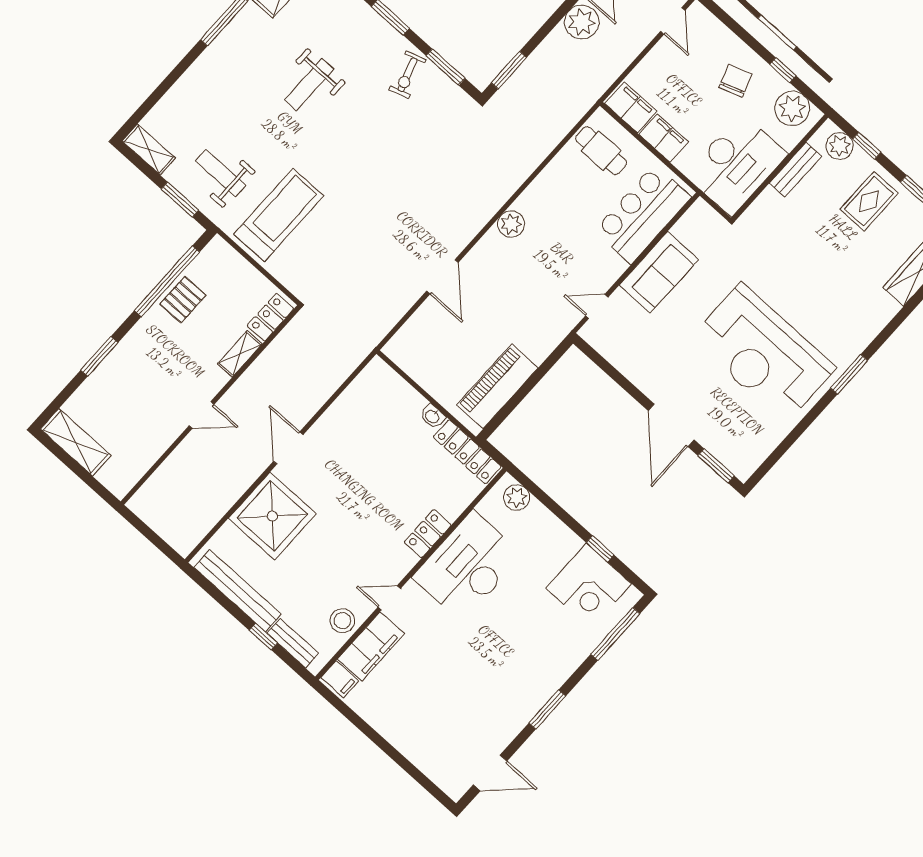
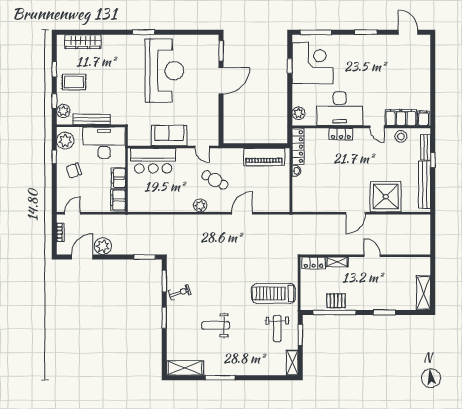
weight bench: (309, 84) -> (216, 325), turned 180
cafe table: (601, 151) -> (215, 180), moved, turned -61
bench: (795, 170) -> (92, 119), width x1.36
corner desk: (589, 586) -> (313, 63), width x1.36, depth x1.36

